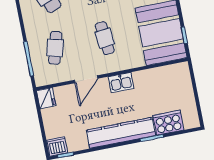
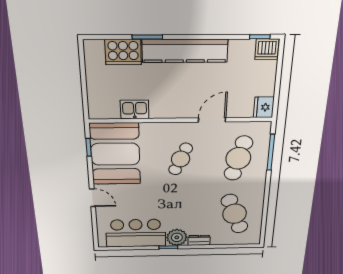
cafe table: (105, 38) -> (181, 159), turned 30
cafe table: (55, 48) -> (238, 158), width x1.37, depth x1.35
kitchen sink: (121, 83) -> (135, 110), moved

